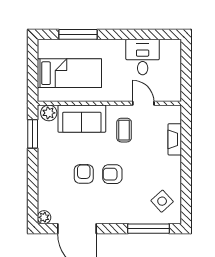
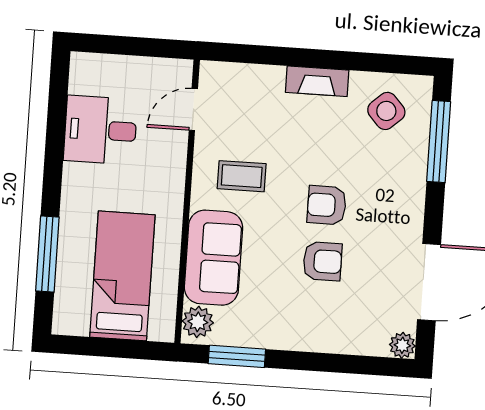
door: (143, 103) -> (193, 109), moved
fireplace: (175, 139) -> (317, 81), moved
armchair: (84, 174) -> (322, 261), turned 180
armchair: (112, 174) -> (327, 205), turned 90

